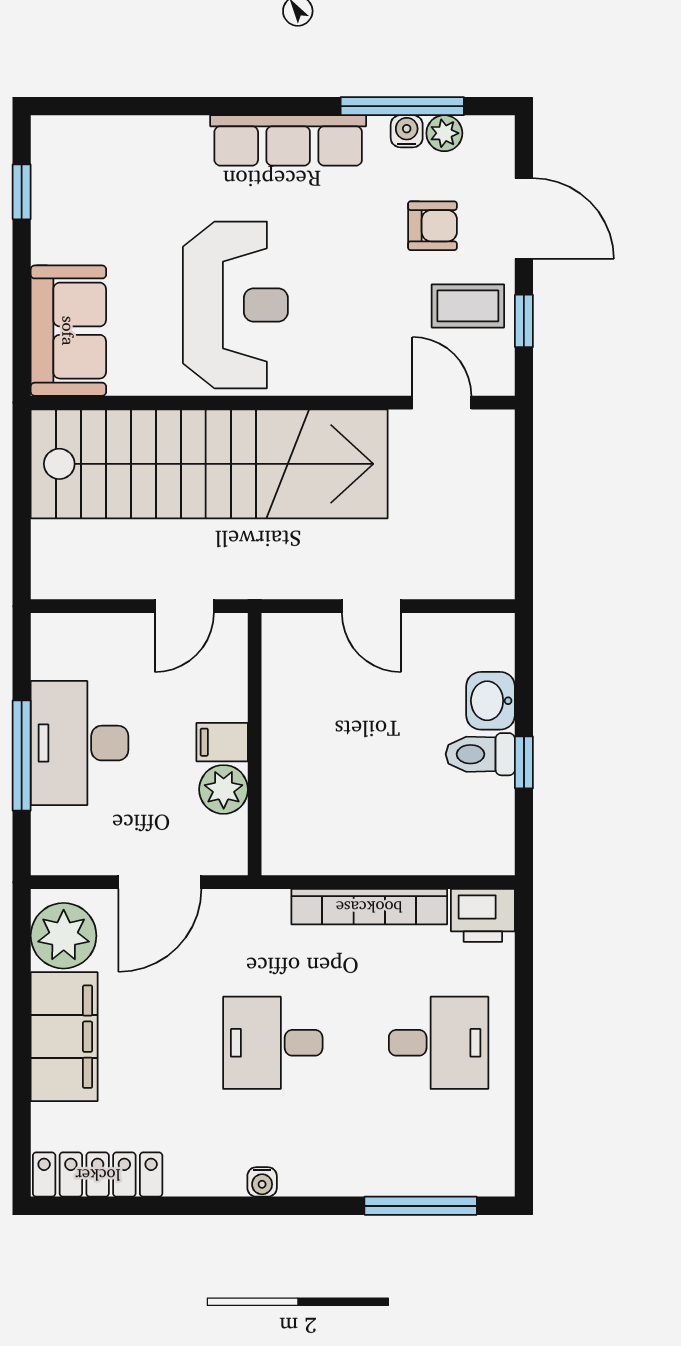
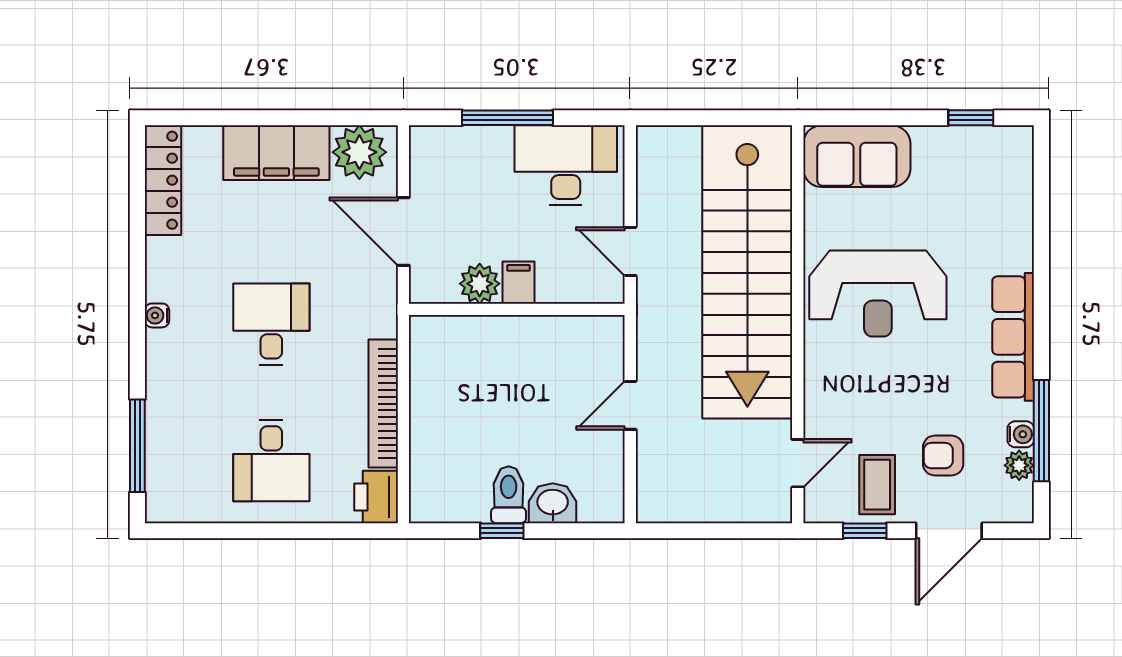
armchair: (432, 226) -> (943, 456), turned 90
desk: (80, 743) -> (566, 165), moved

